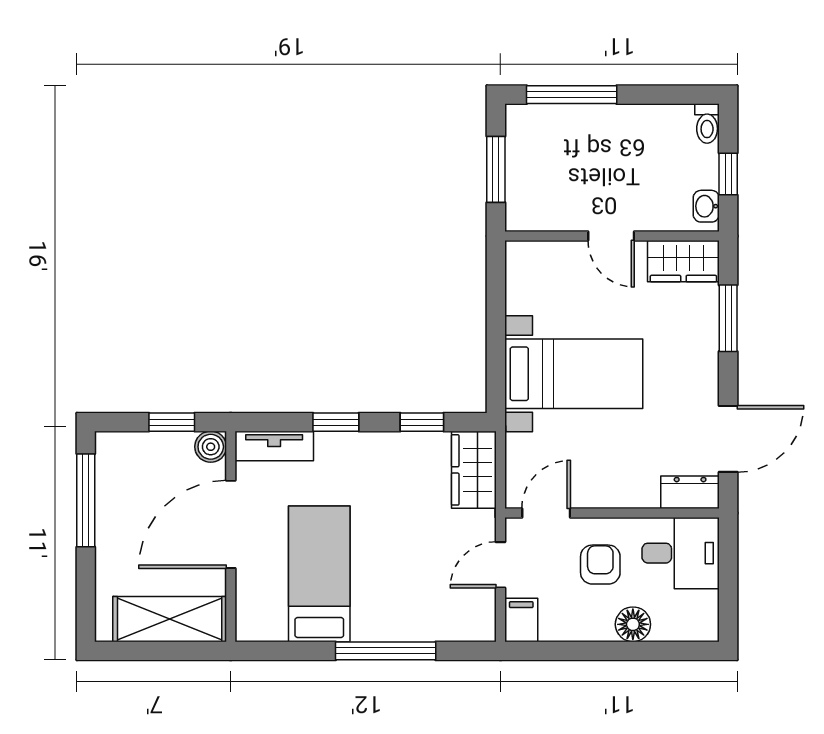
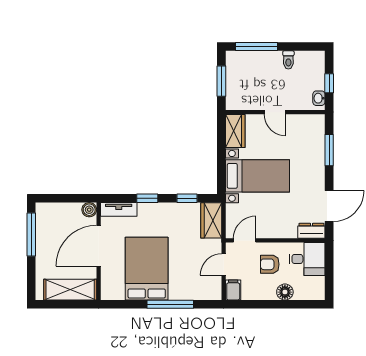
toilet: (707, 123) -> (288, 60), moved
wardrobe: (683, 261) -> (235, 131), moved, turned -90
window: (172, 422) -> (71, 198), removed
armchair: (600, 565) -> (270, 264), turned -90
bed: (319, 574) -> (147, 269), width x1.50

